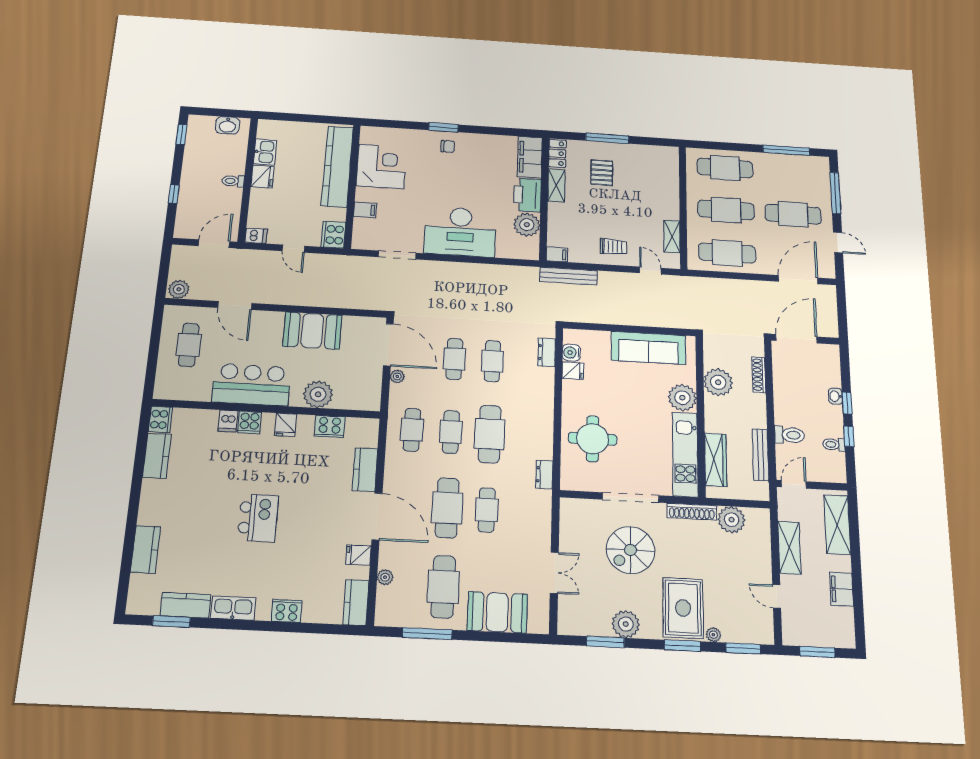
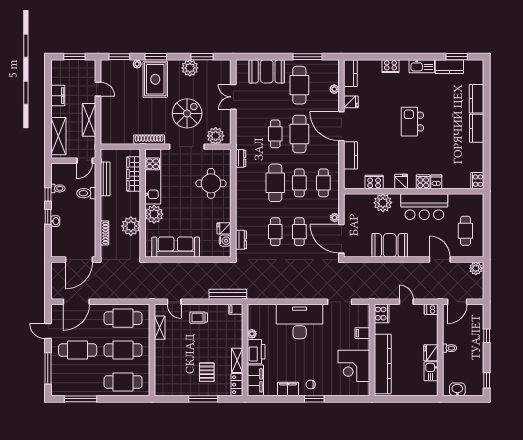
filing cabinet: (482, 143) -> (288, 389), added
plant: (527, 225) -> (252, 334), width x0.53, depth x0.53
kitchen counter: (157, 456) -> (477, 128), moved
plant: (732, 520) -> (216, 136), moved

